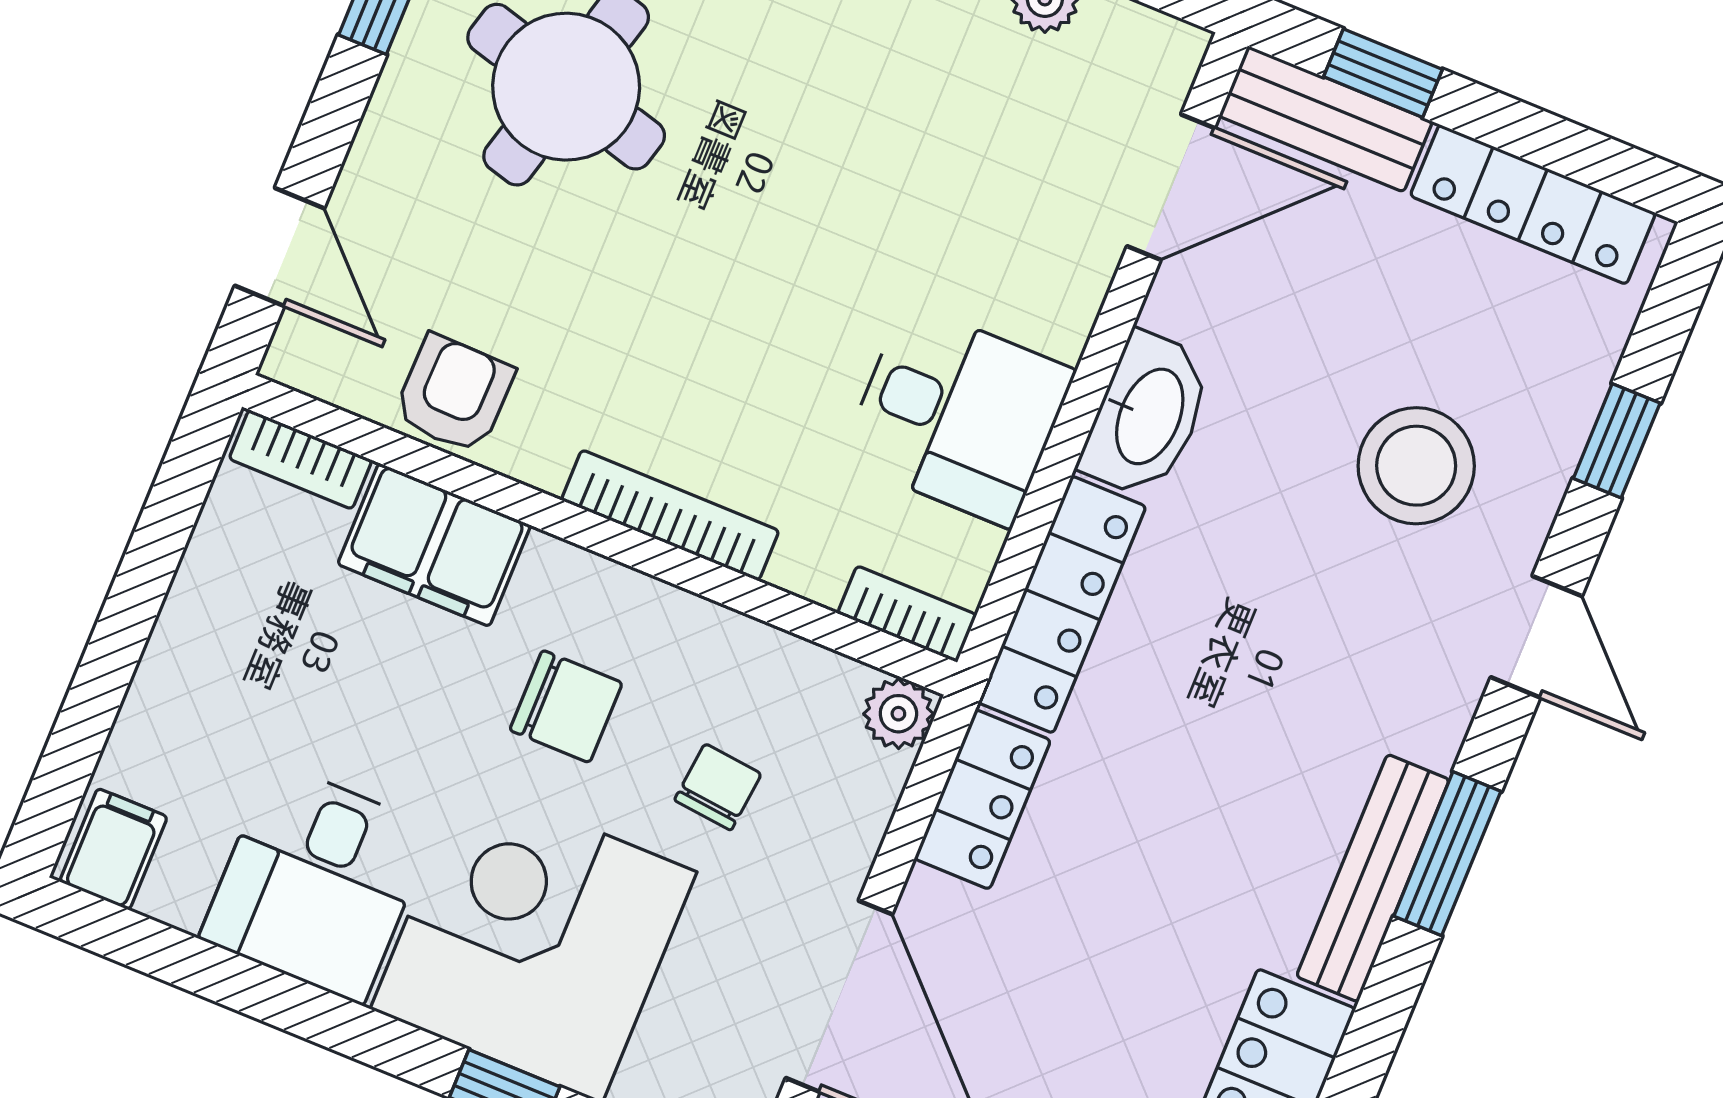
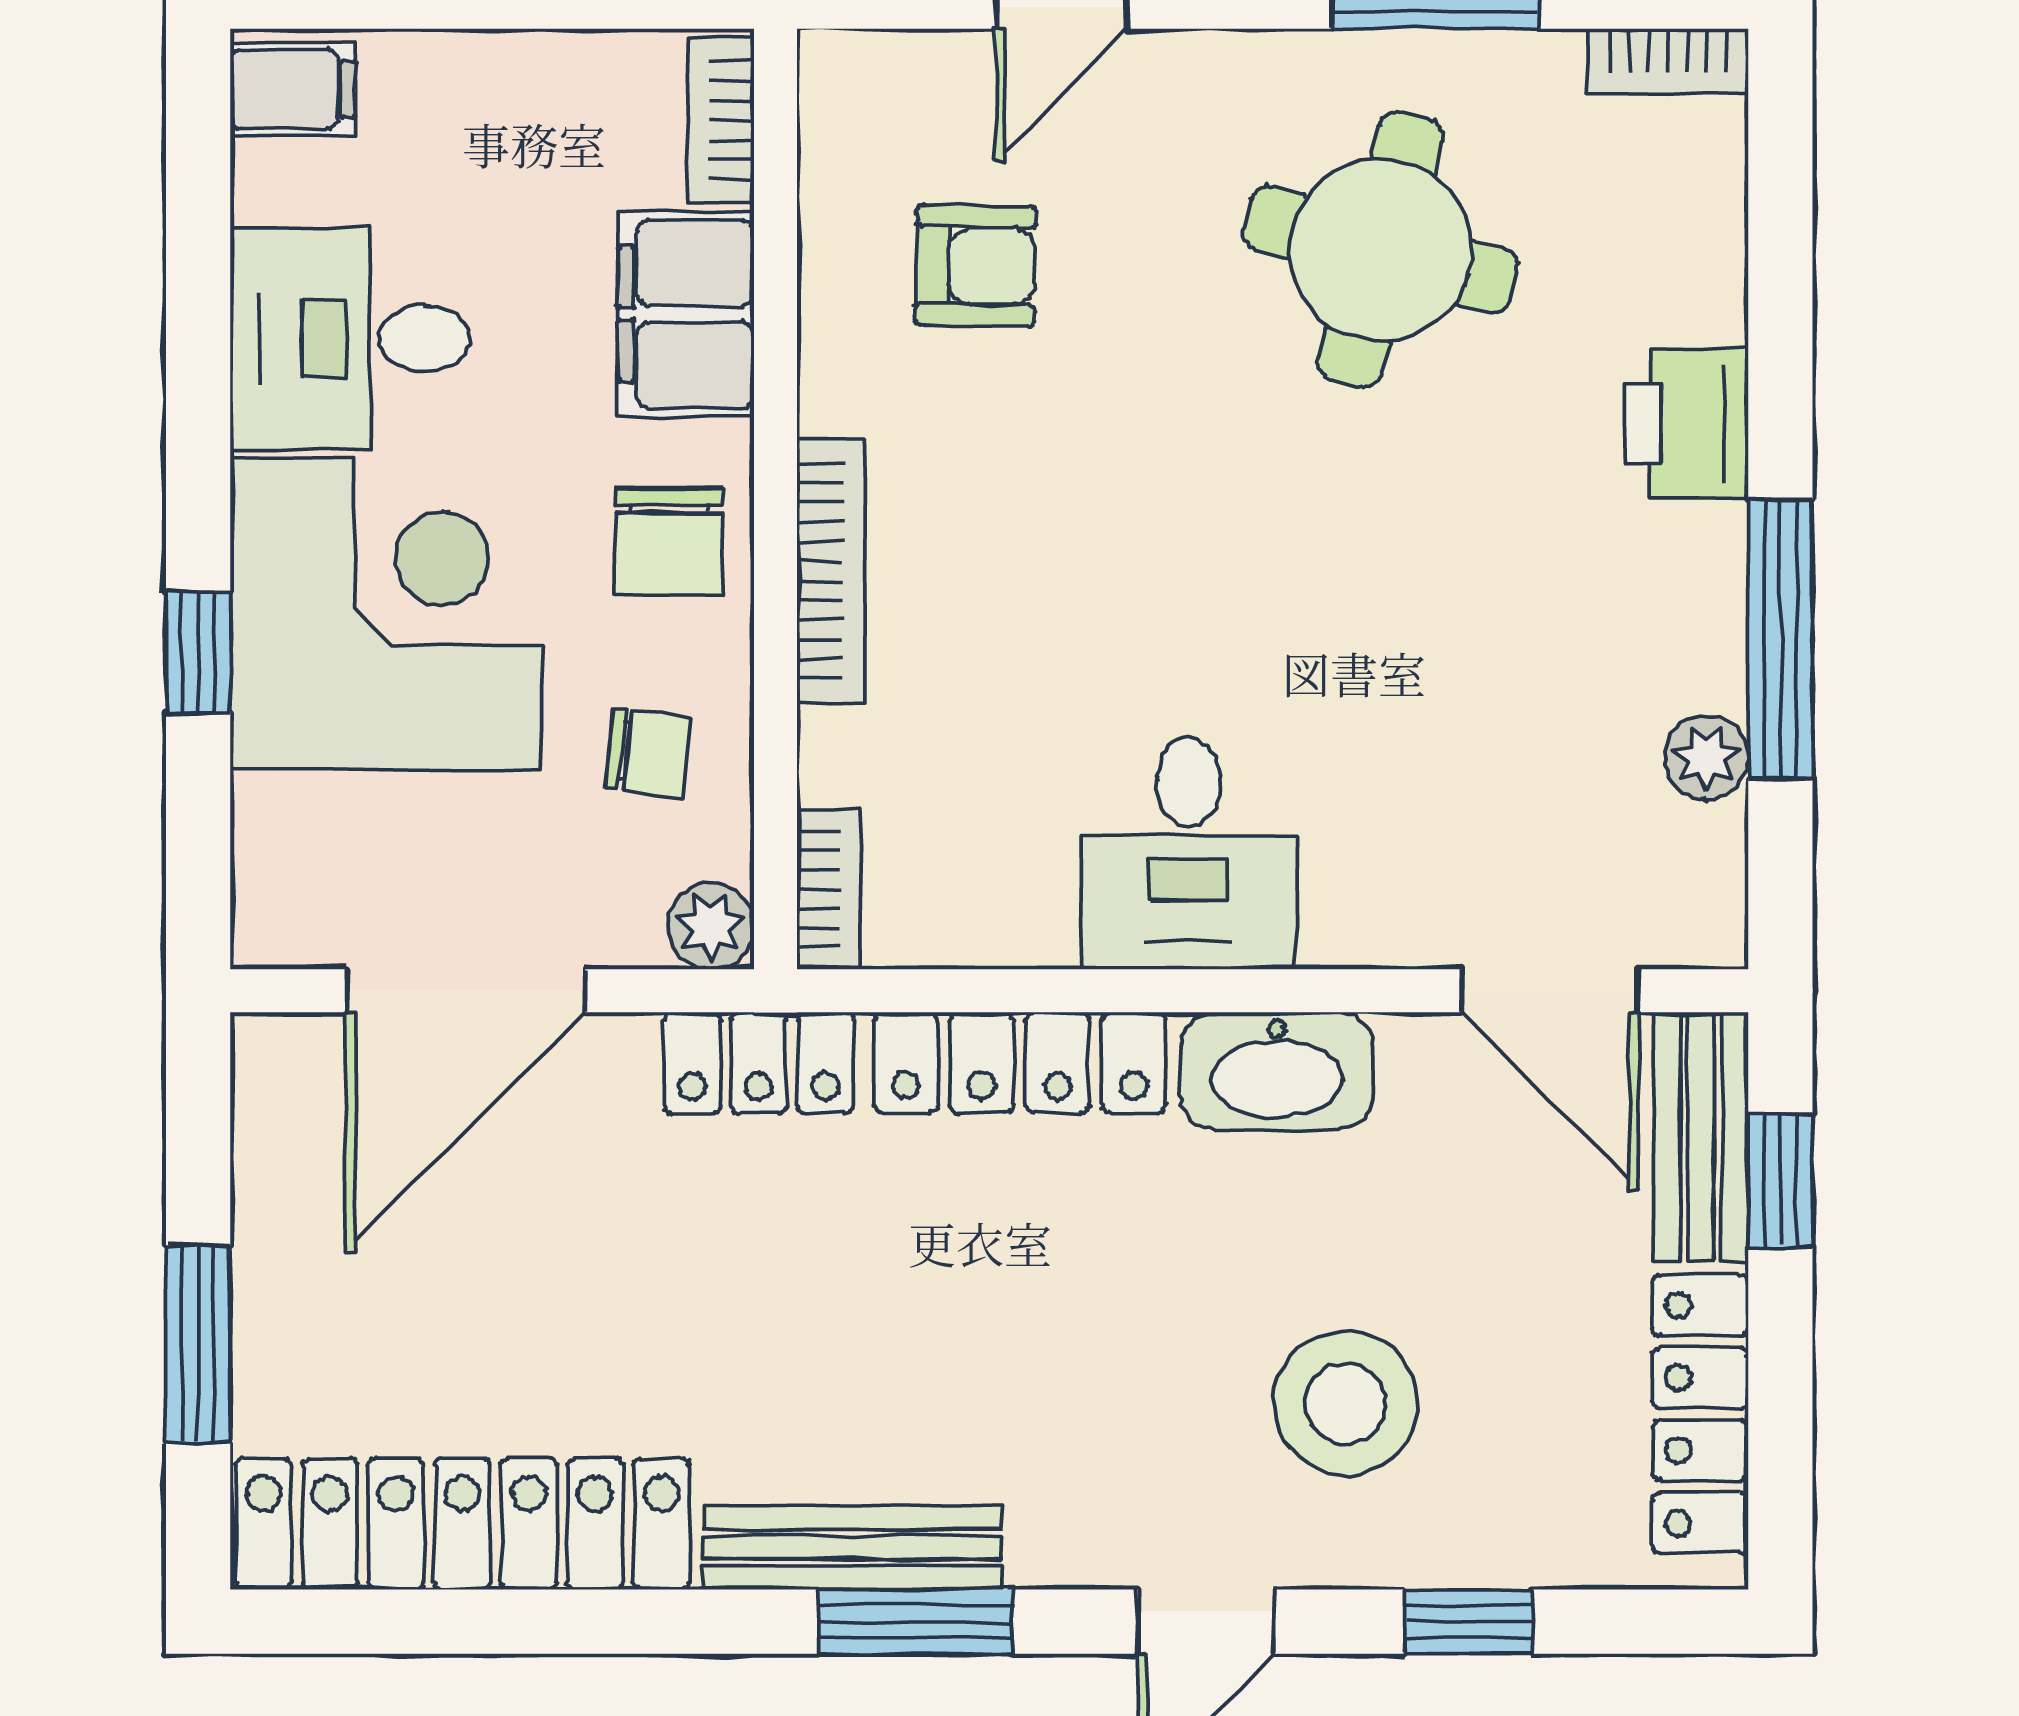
bookcase: (301, 459) -> (721, 121), moved
bookcase: (670, 515) -> (831, 571), moved
wall: (600, 535) -> (775, 499), moved
filing cabinet: (434, 545) -> (686, 314), moved
bookcase: (907, 614) -> (829, 889), moved
plant: (898, 714) -> (711, 926), moved

